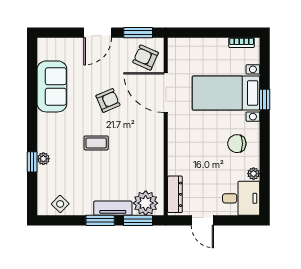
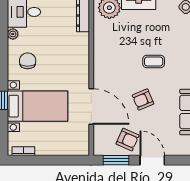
door: (98, 33) -> (152, 160), hinge flipped
armchair: (146, 57) -> (128, 140), moved
chair: (237, 144) -> (28, 61), turned -90

